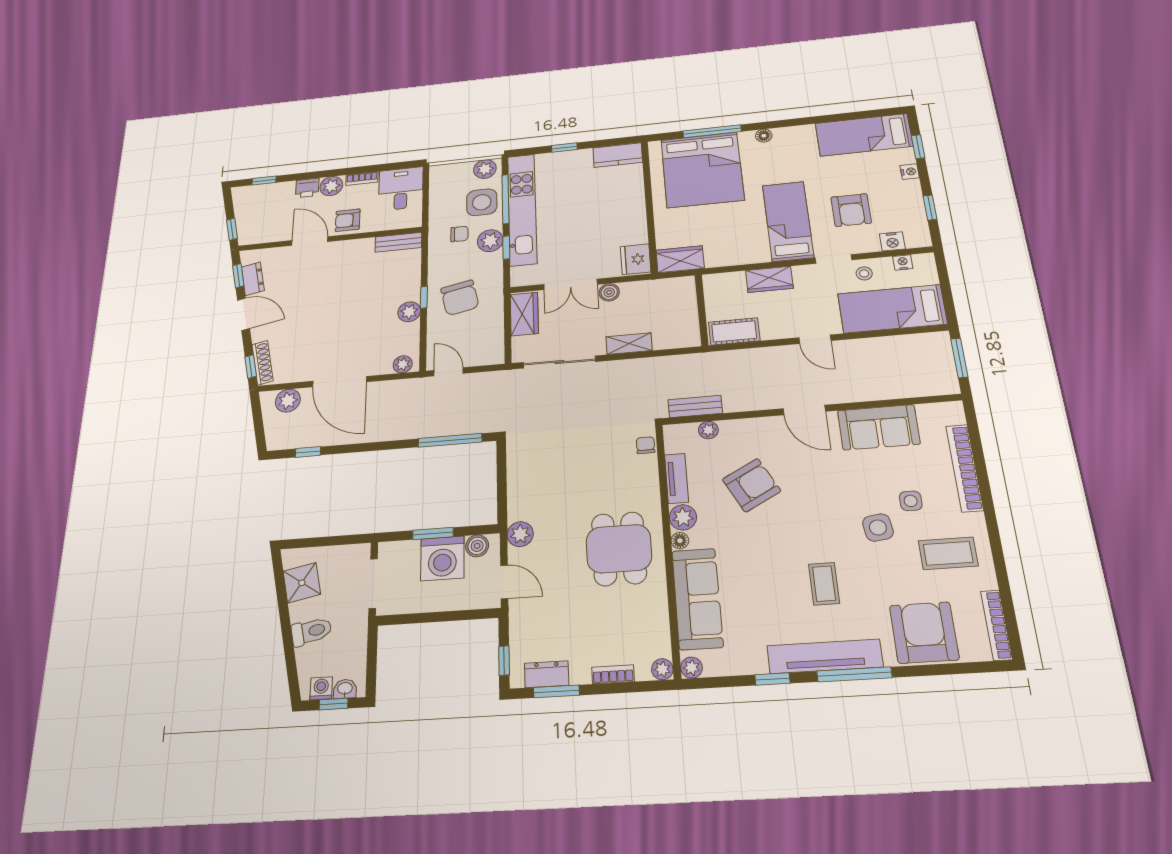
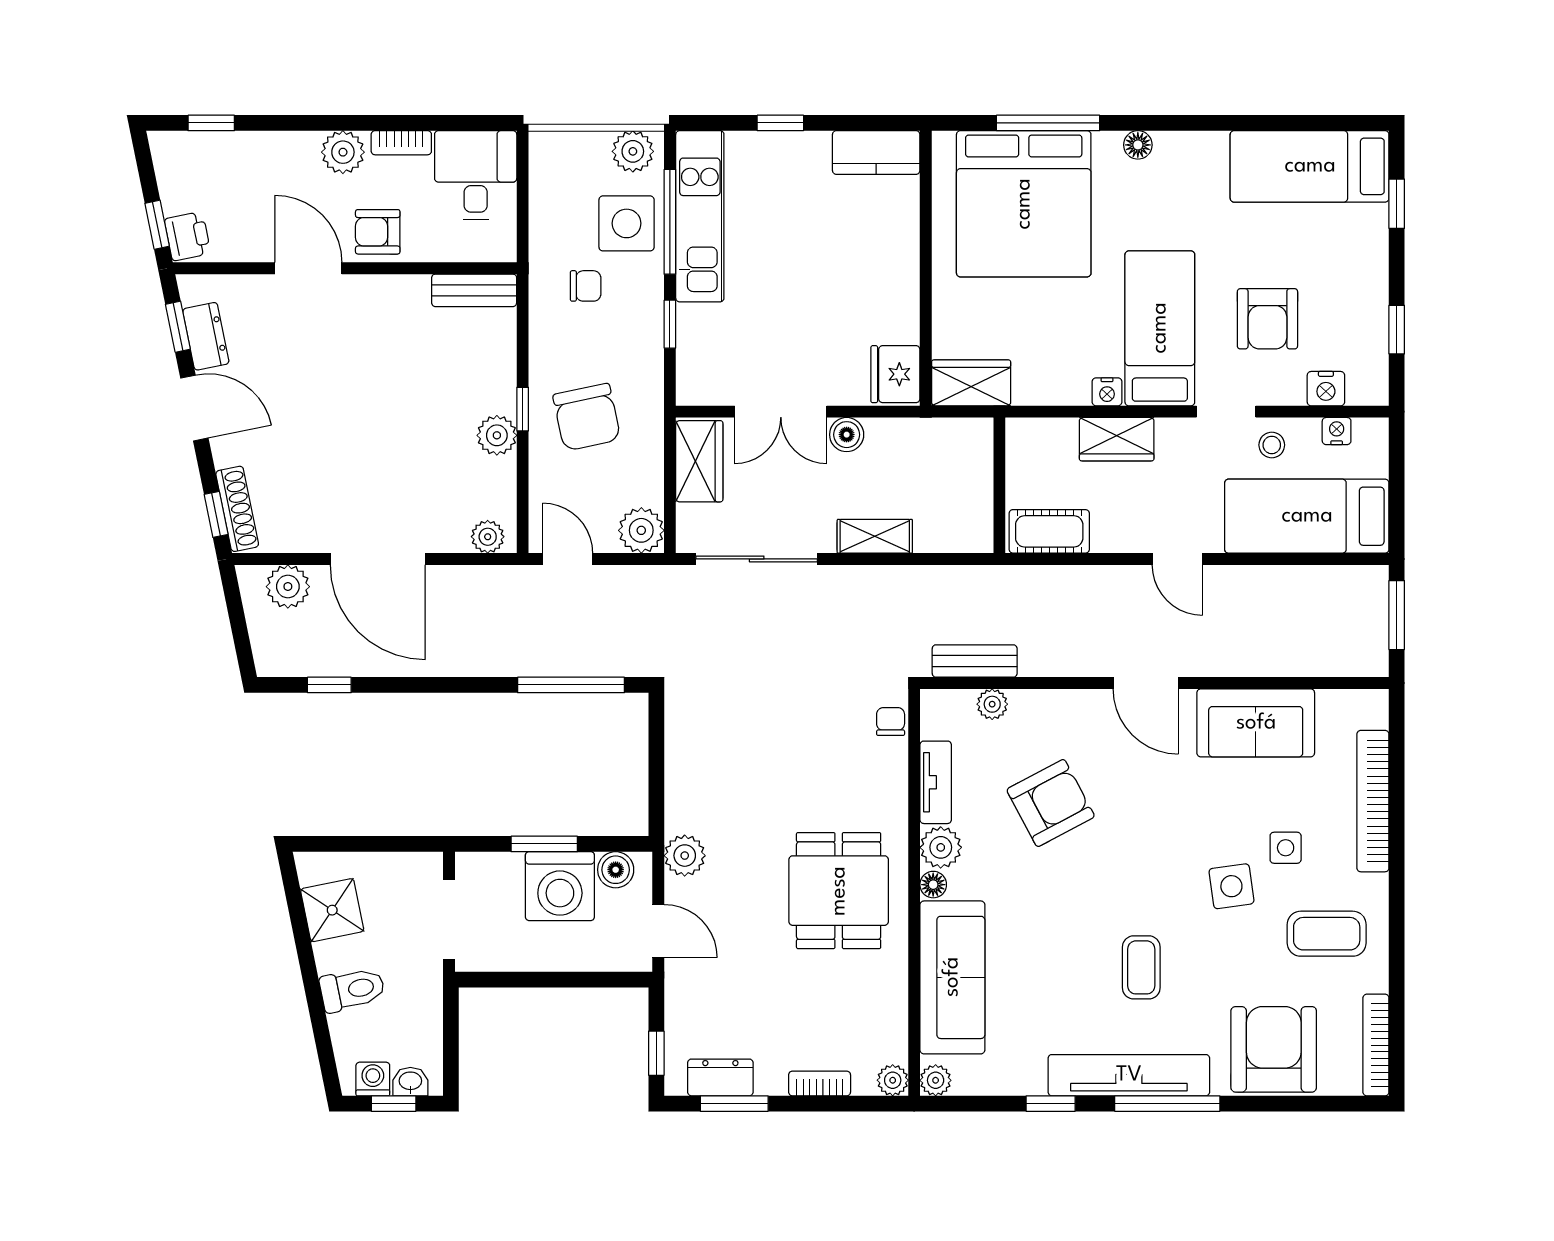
nightstand: (910, 172) -> (1107, 392), moved, turned 90
printer: (307, 188) -> (188, 236), moved, turned -101
kitchen unit: (522, 209) -> (700, 216), width x0.73
plant: (490, 241) -> (641, 530), moved

